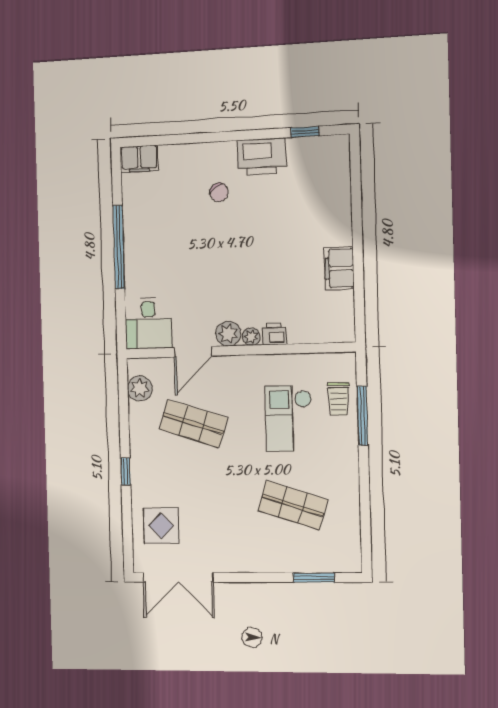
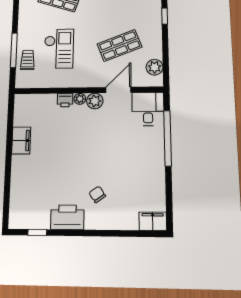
window: (119, 247) -> (168, 138), moved
shop shelf: (193, 423) -> (120, 45), turned -39

